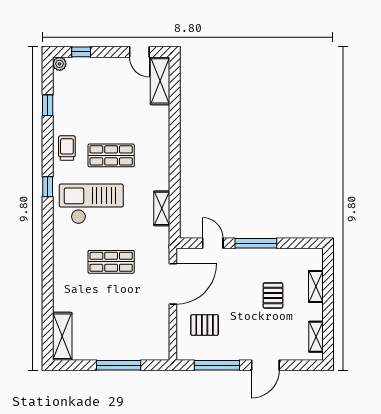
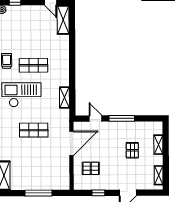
window: (217, 365) -> (98, 193), width x0.46

